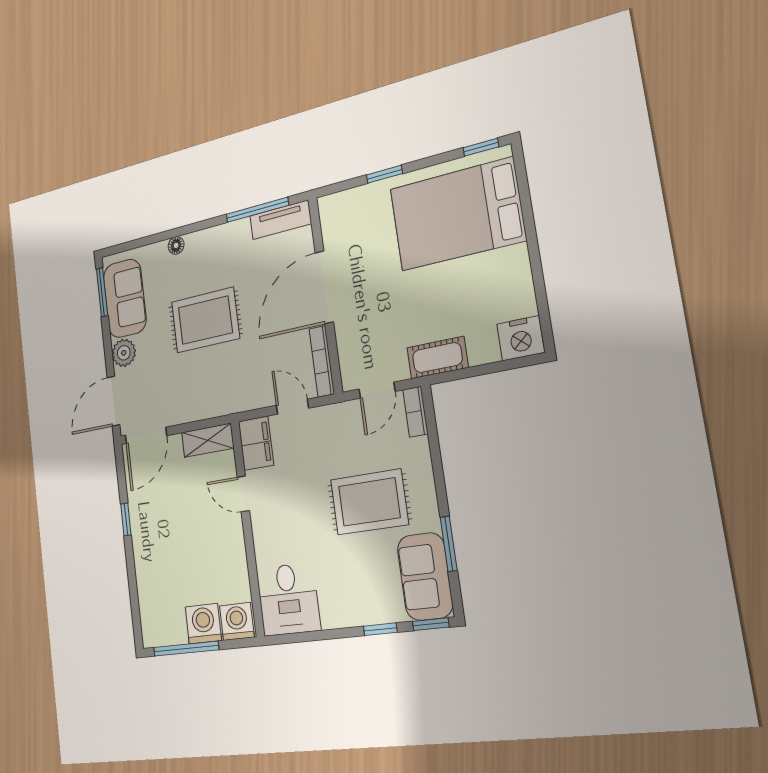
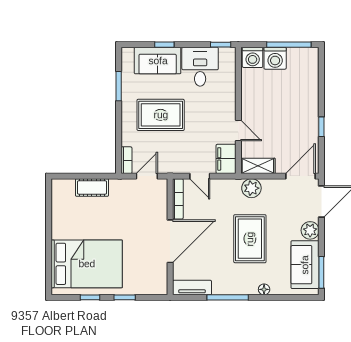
window: (481, 147) -> (90, 297), moved
window: (257, 210) -> (228, 297), moved
rug: (205, 320) -> (250, 239), turned 90
nightstand: (521, 338) -> (63, 189), removed
cot: (437, 358) -> (92, 187), moved
plant: (213, 402) -> (251, 188), added
sofa: (425, 576) -> (158, 61), moved, turned 90
desk: (288, 599) -> (200, 67), moved
window: (431, 624) -> (221, 45), moved

